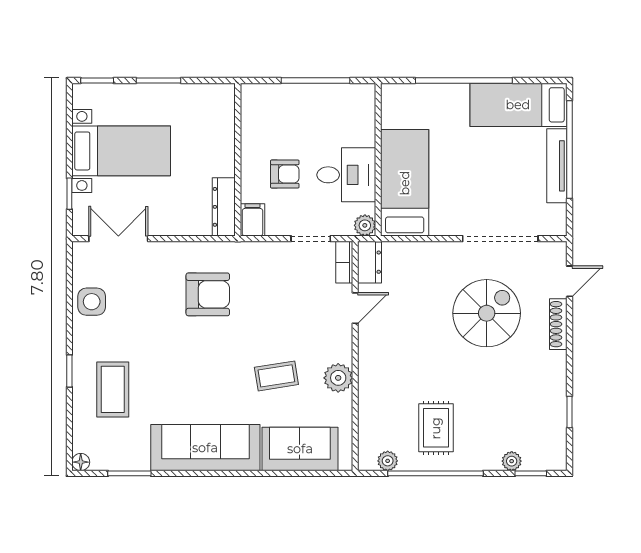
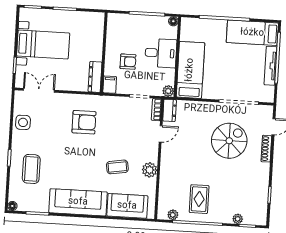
floor lamp: (367, 92) -> (173, 21), added
desk: (346, 175) -> (161, 53), moved

